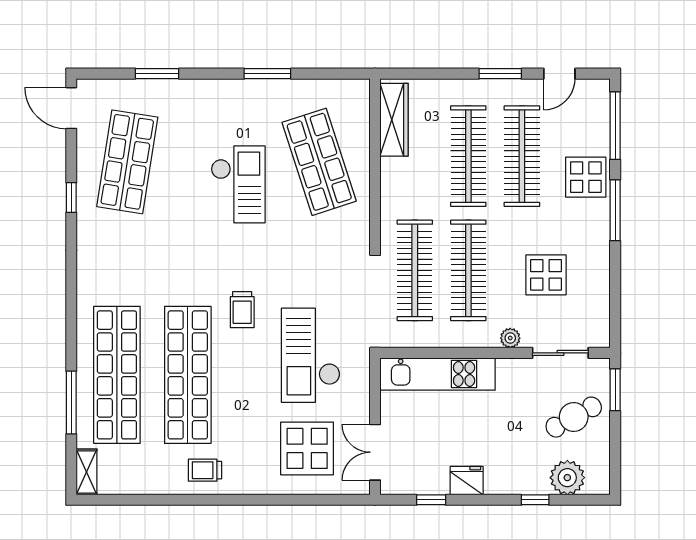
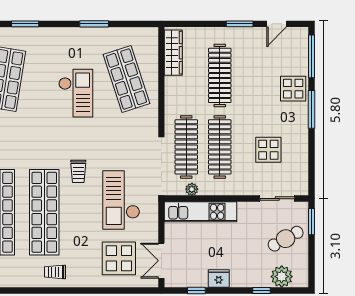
clothes rail: (522, 156) -> (253, 75), removed
plant: (510, 338) -> (192, 189), moved

